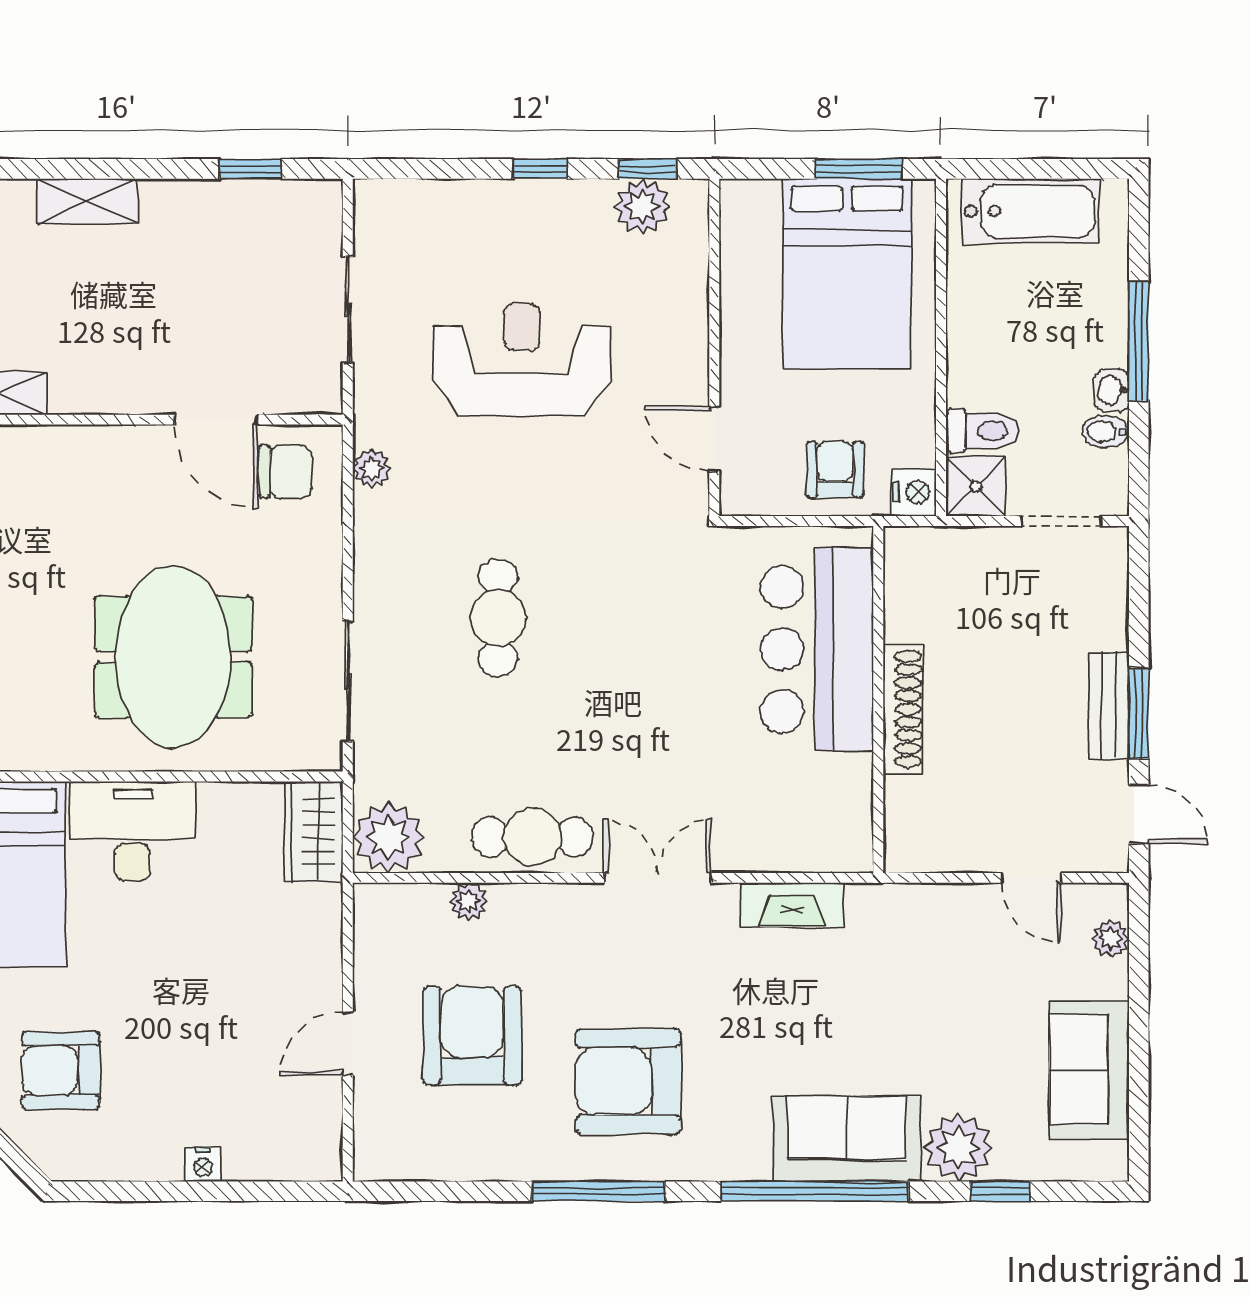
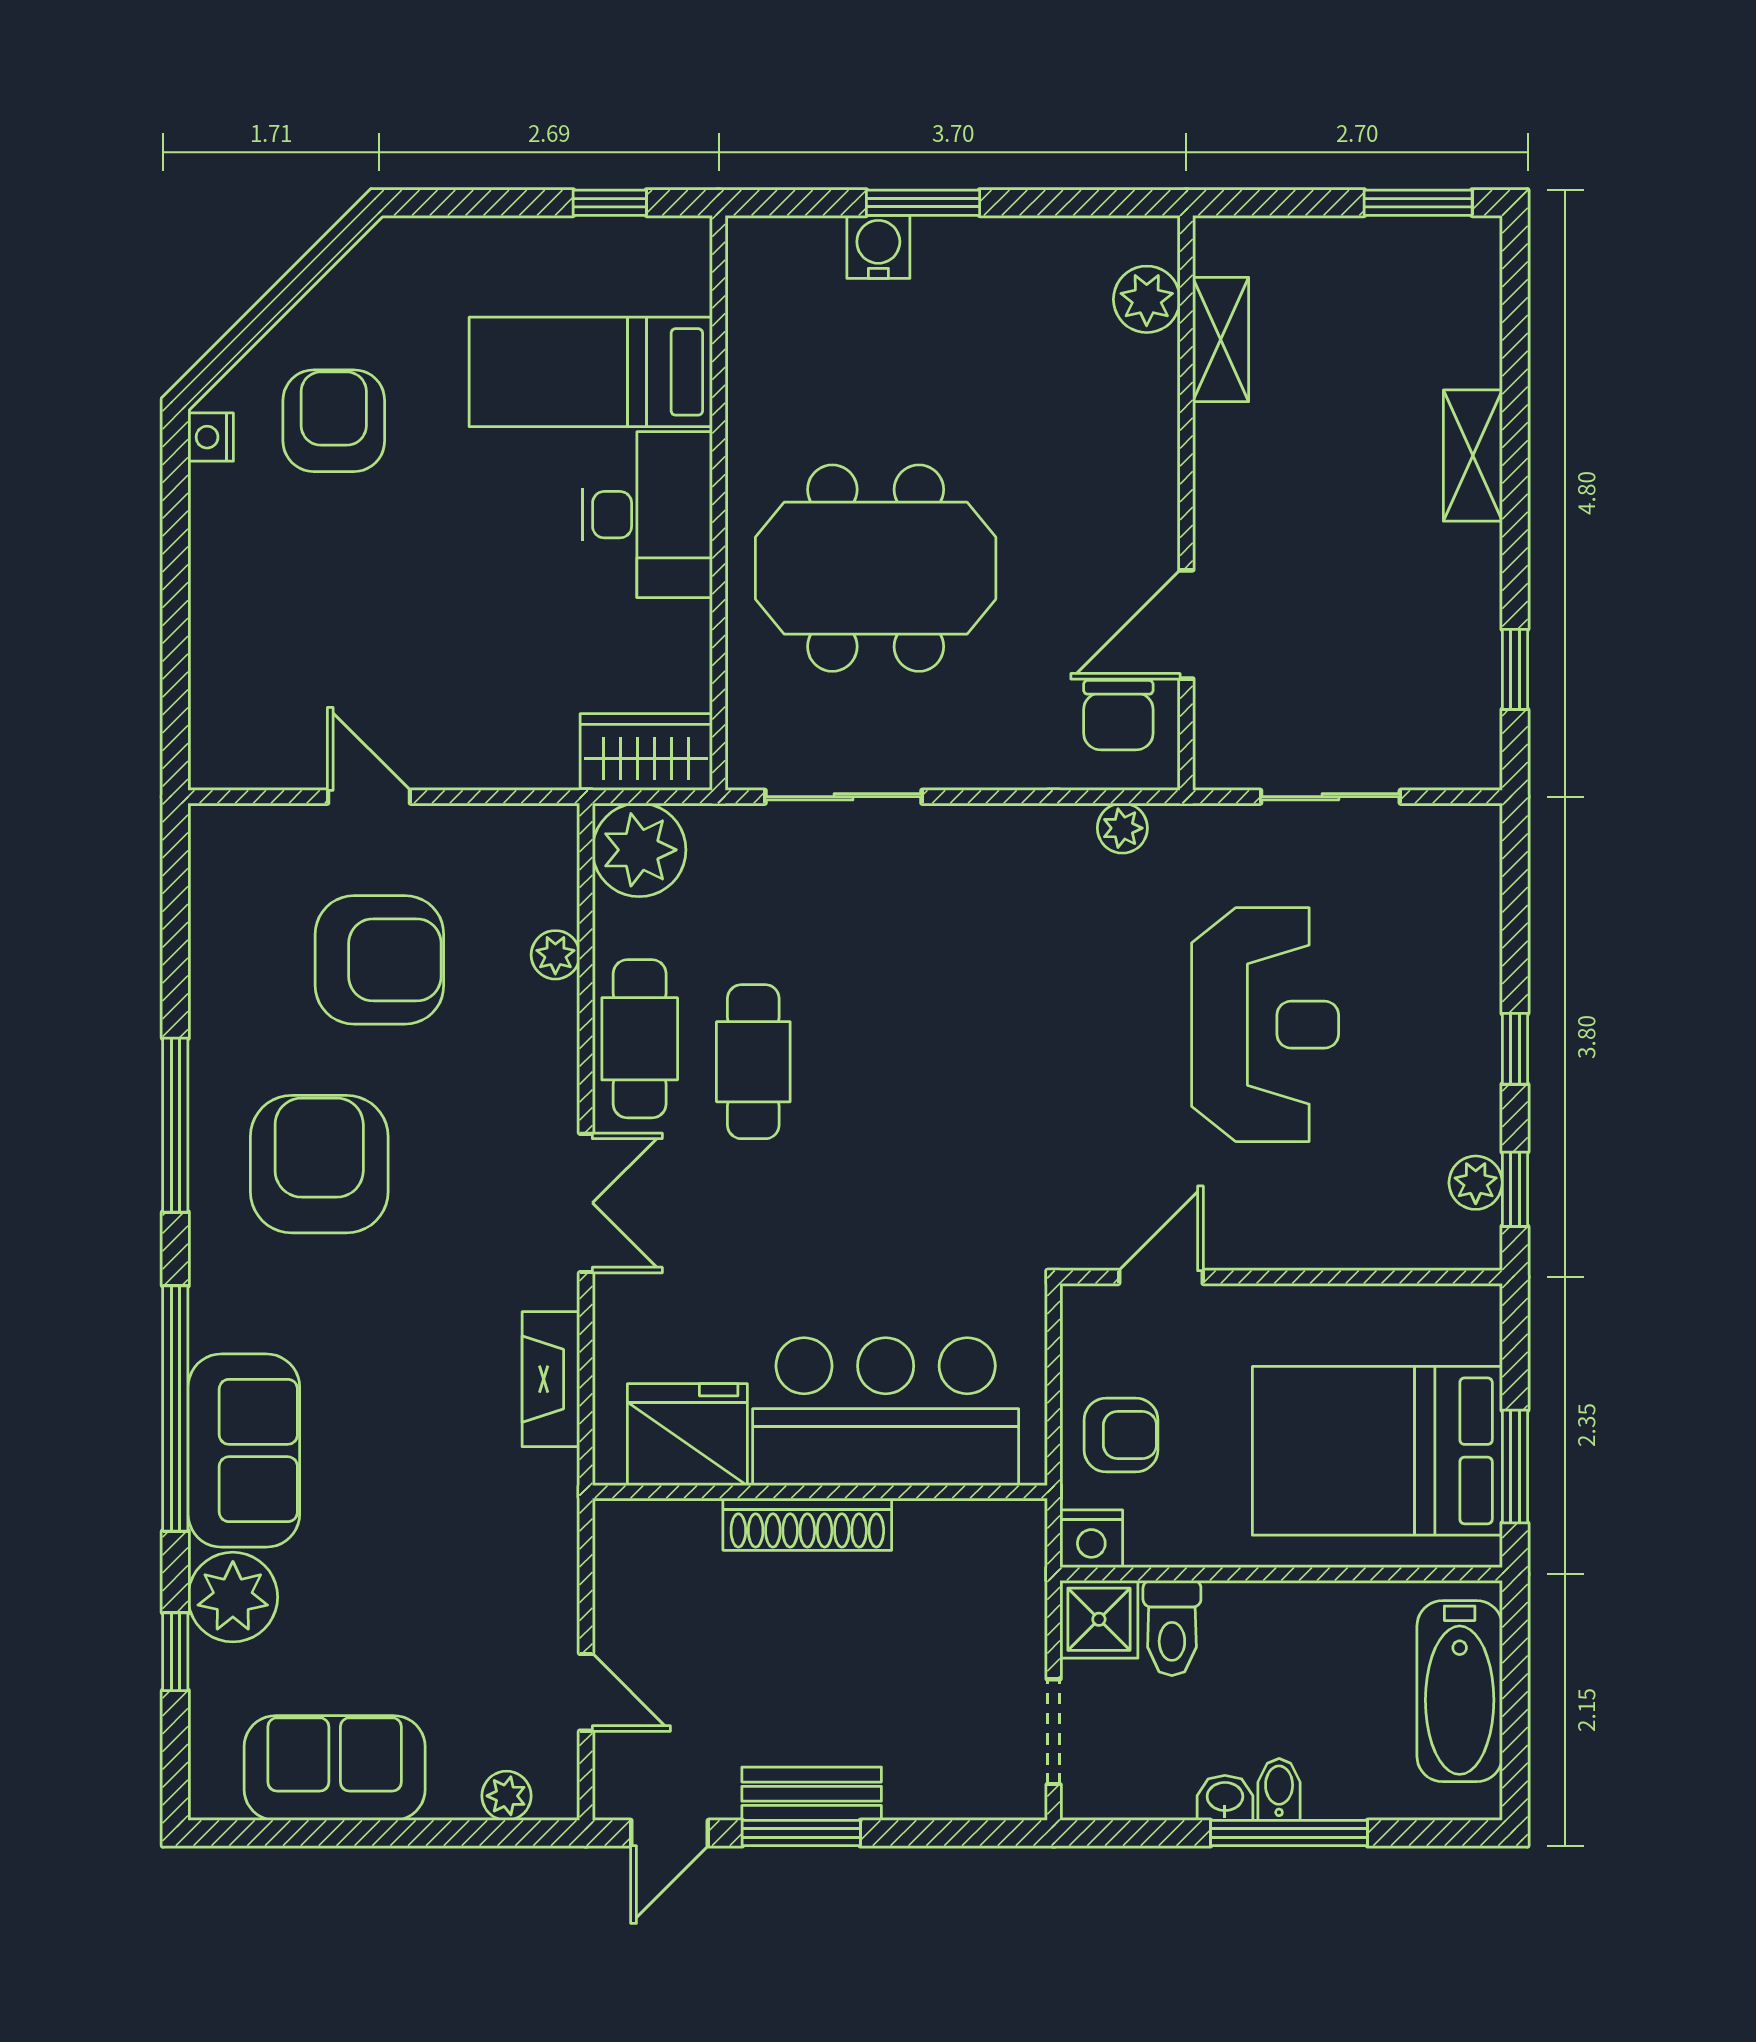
plant: (642, 207) -> (1476, 1183), width x0.73, depth x0.73
bidet: (1105, 431) -> (1279, 1789), moved
cafe table: (498, 618) -> (753, 1062), moved, turned 90
fridge: (835, 800) -> (687, 1435), added
door: (1031, 878) -> (586, 1692), swing flipped
nightstand: (203, 1164) -> (211, 437), moved

